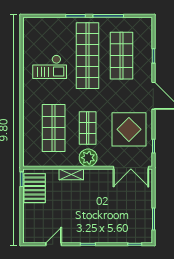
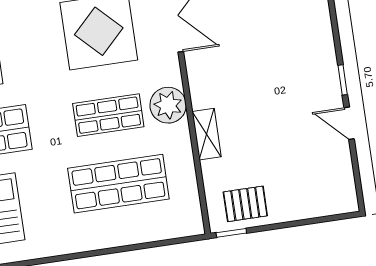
pallet: (35, 188) -> (245, 204), width x0.67, depth x0.71
door: (54, 244) -> (349, 123), moved

